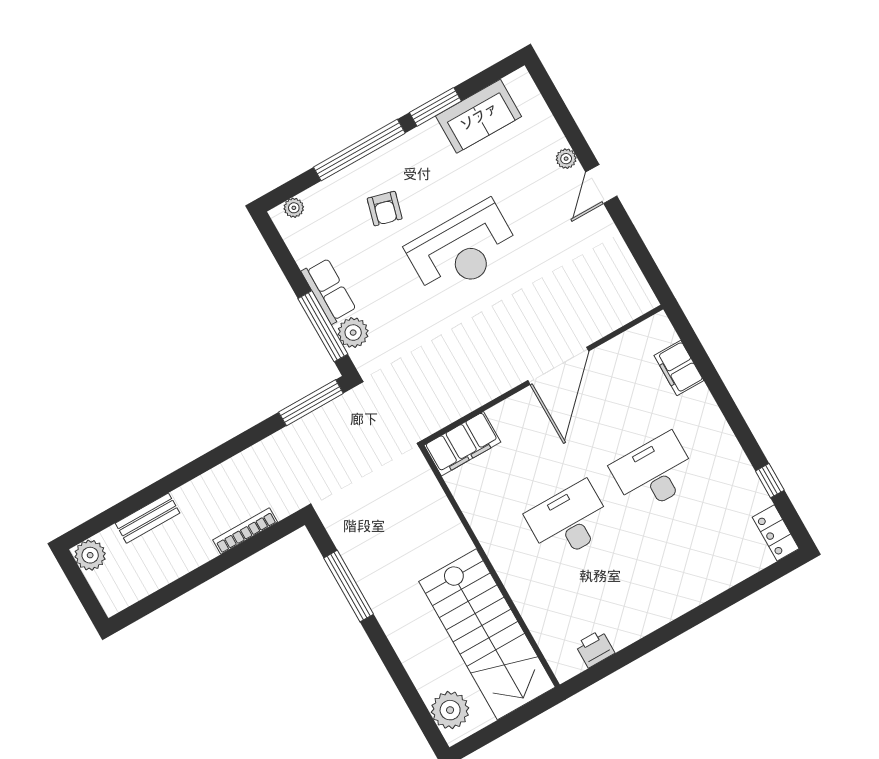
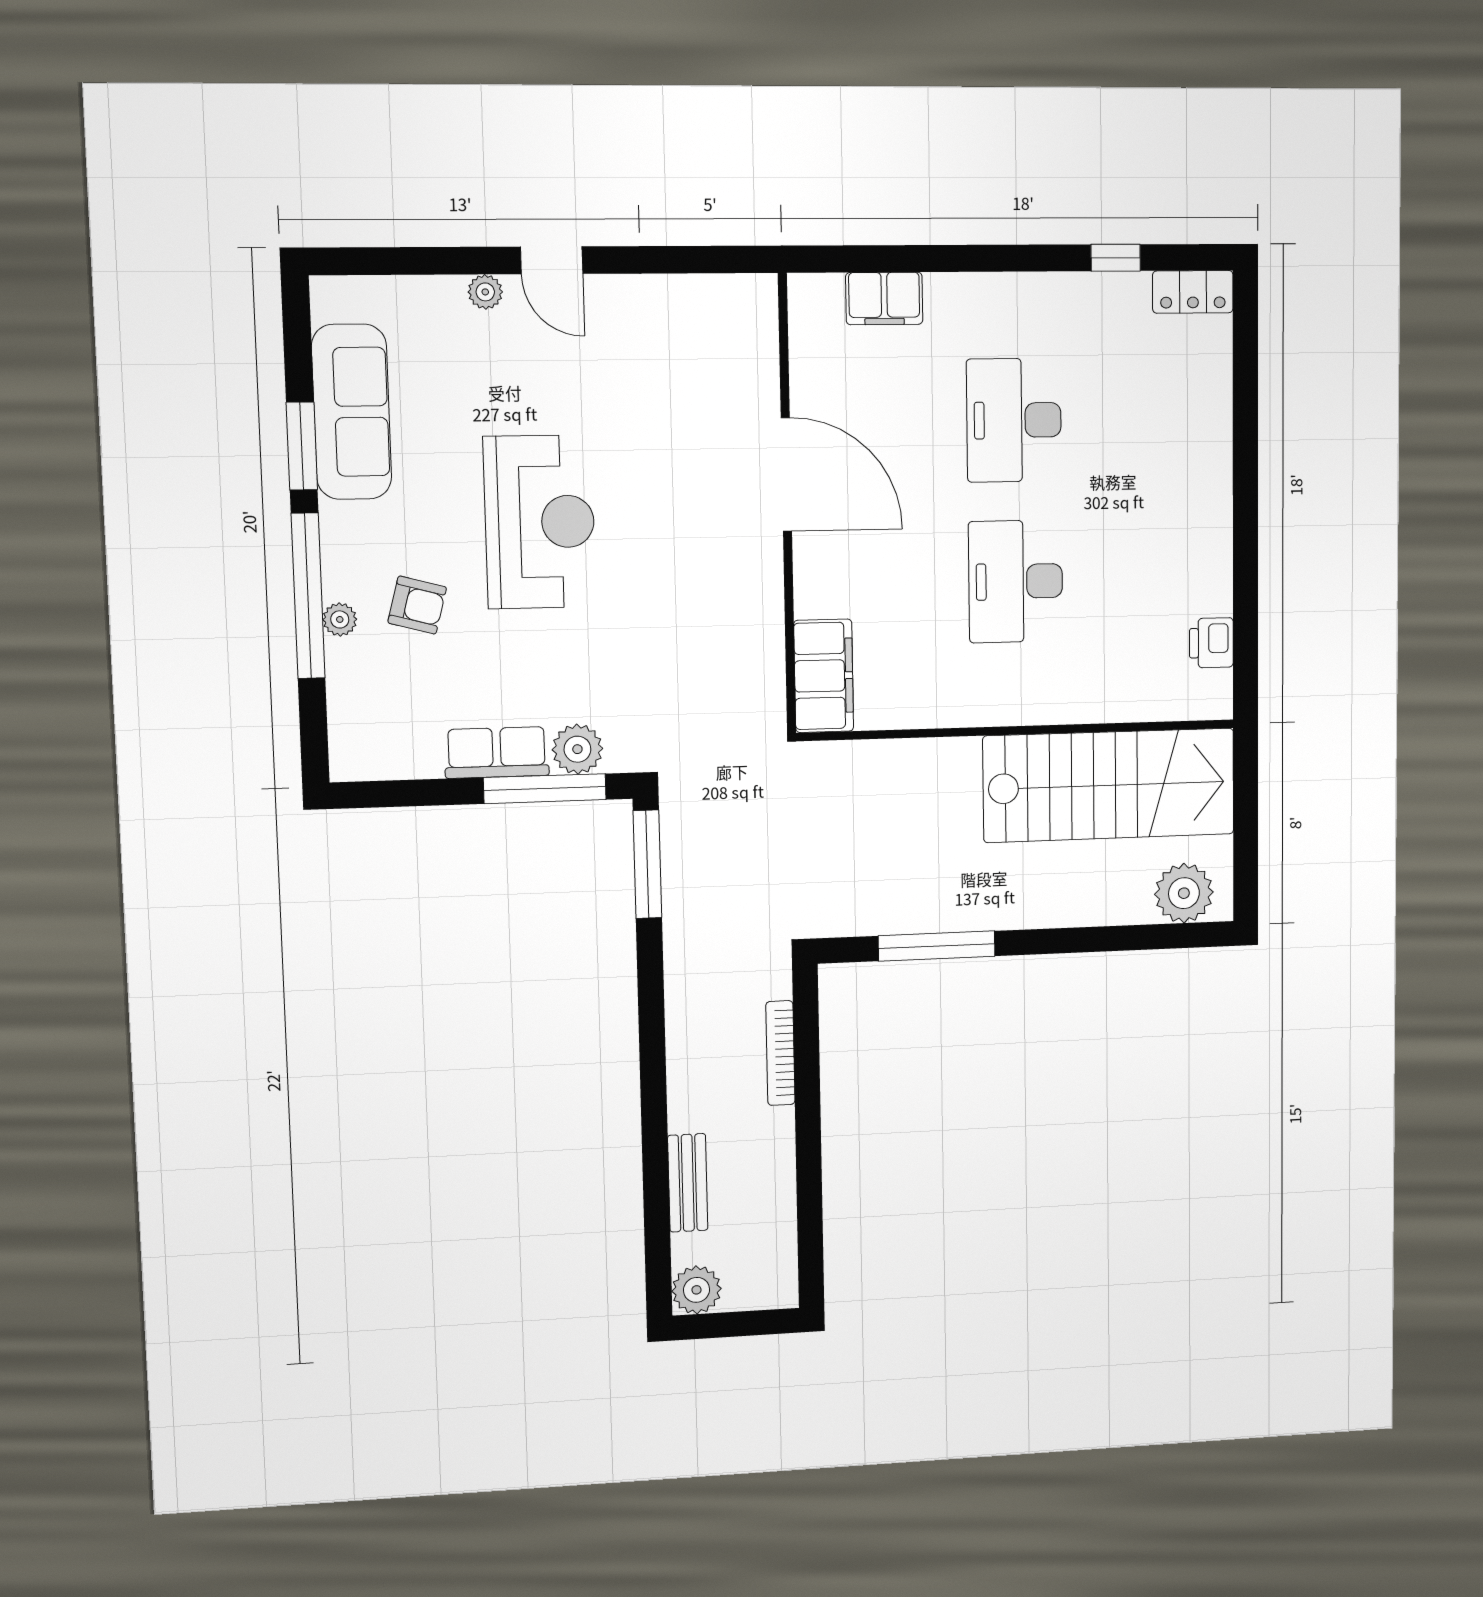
sofa: (479, 116) -> (352, 412), width x1.36
plant: (294, 208) -> (340, 619), moved

